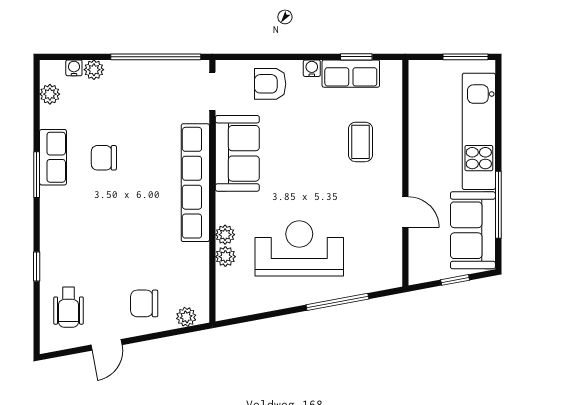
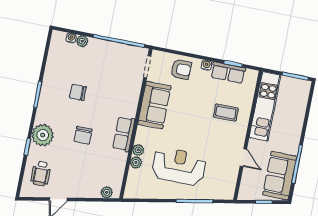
armchair: (270, 84) -> (181, 69), turned 180
plant: (50, 94) -> (43, 135), moved, width x1.87, depth x1.87
kitchen unit: (479, 131) -> (265, 106), moved, turned 180
coffee table: (360, 142) -> (226, 113), turned 90
row of seats: (53, 157) -> (49, 86), removed
row of seats: (195, 183) -> (124, 134), width x0.50
chair: (144, 303) -> (83, 135), moved, turned -90

